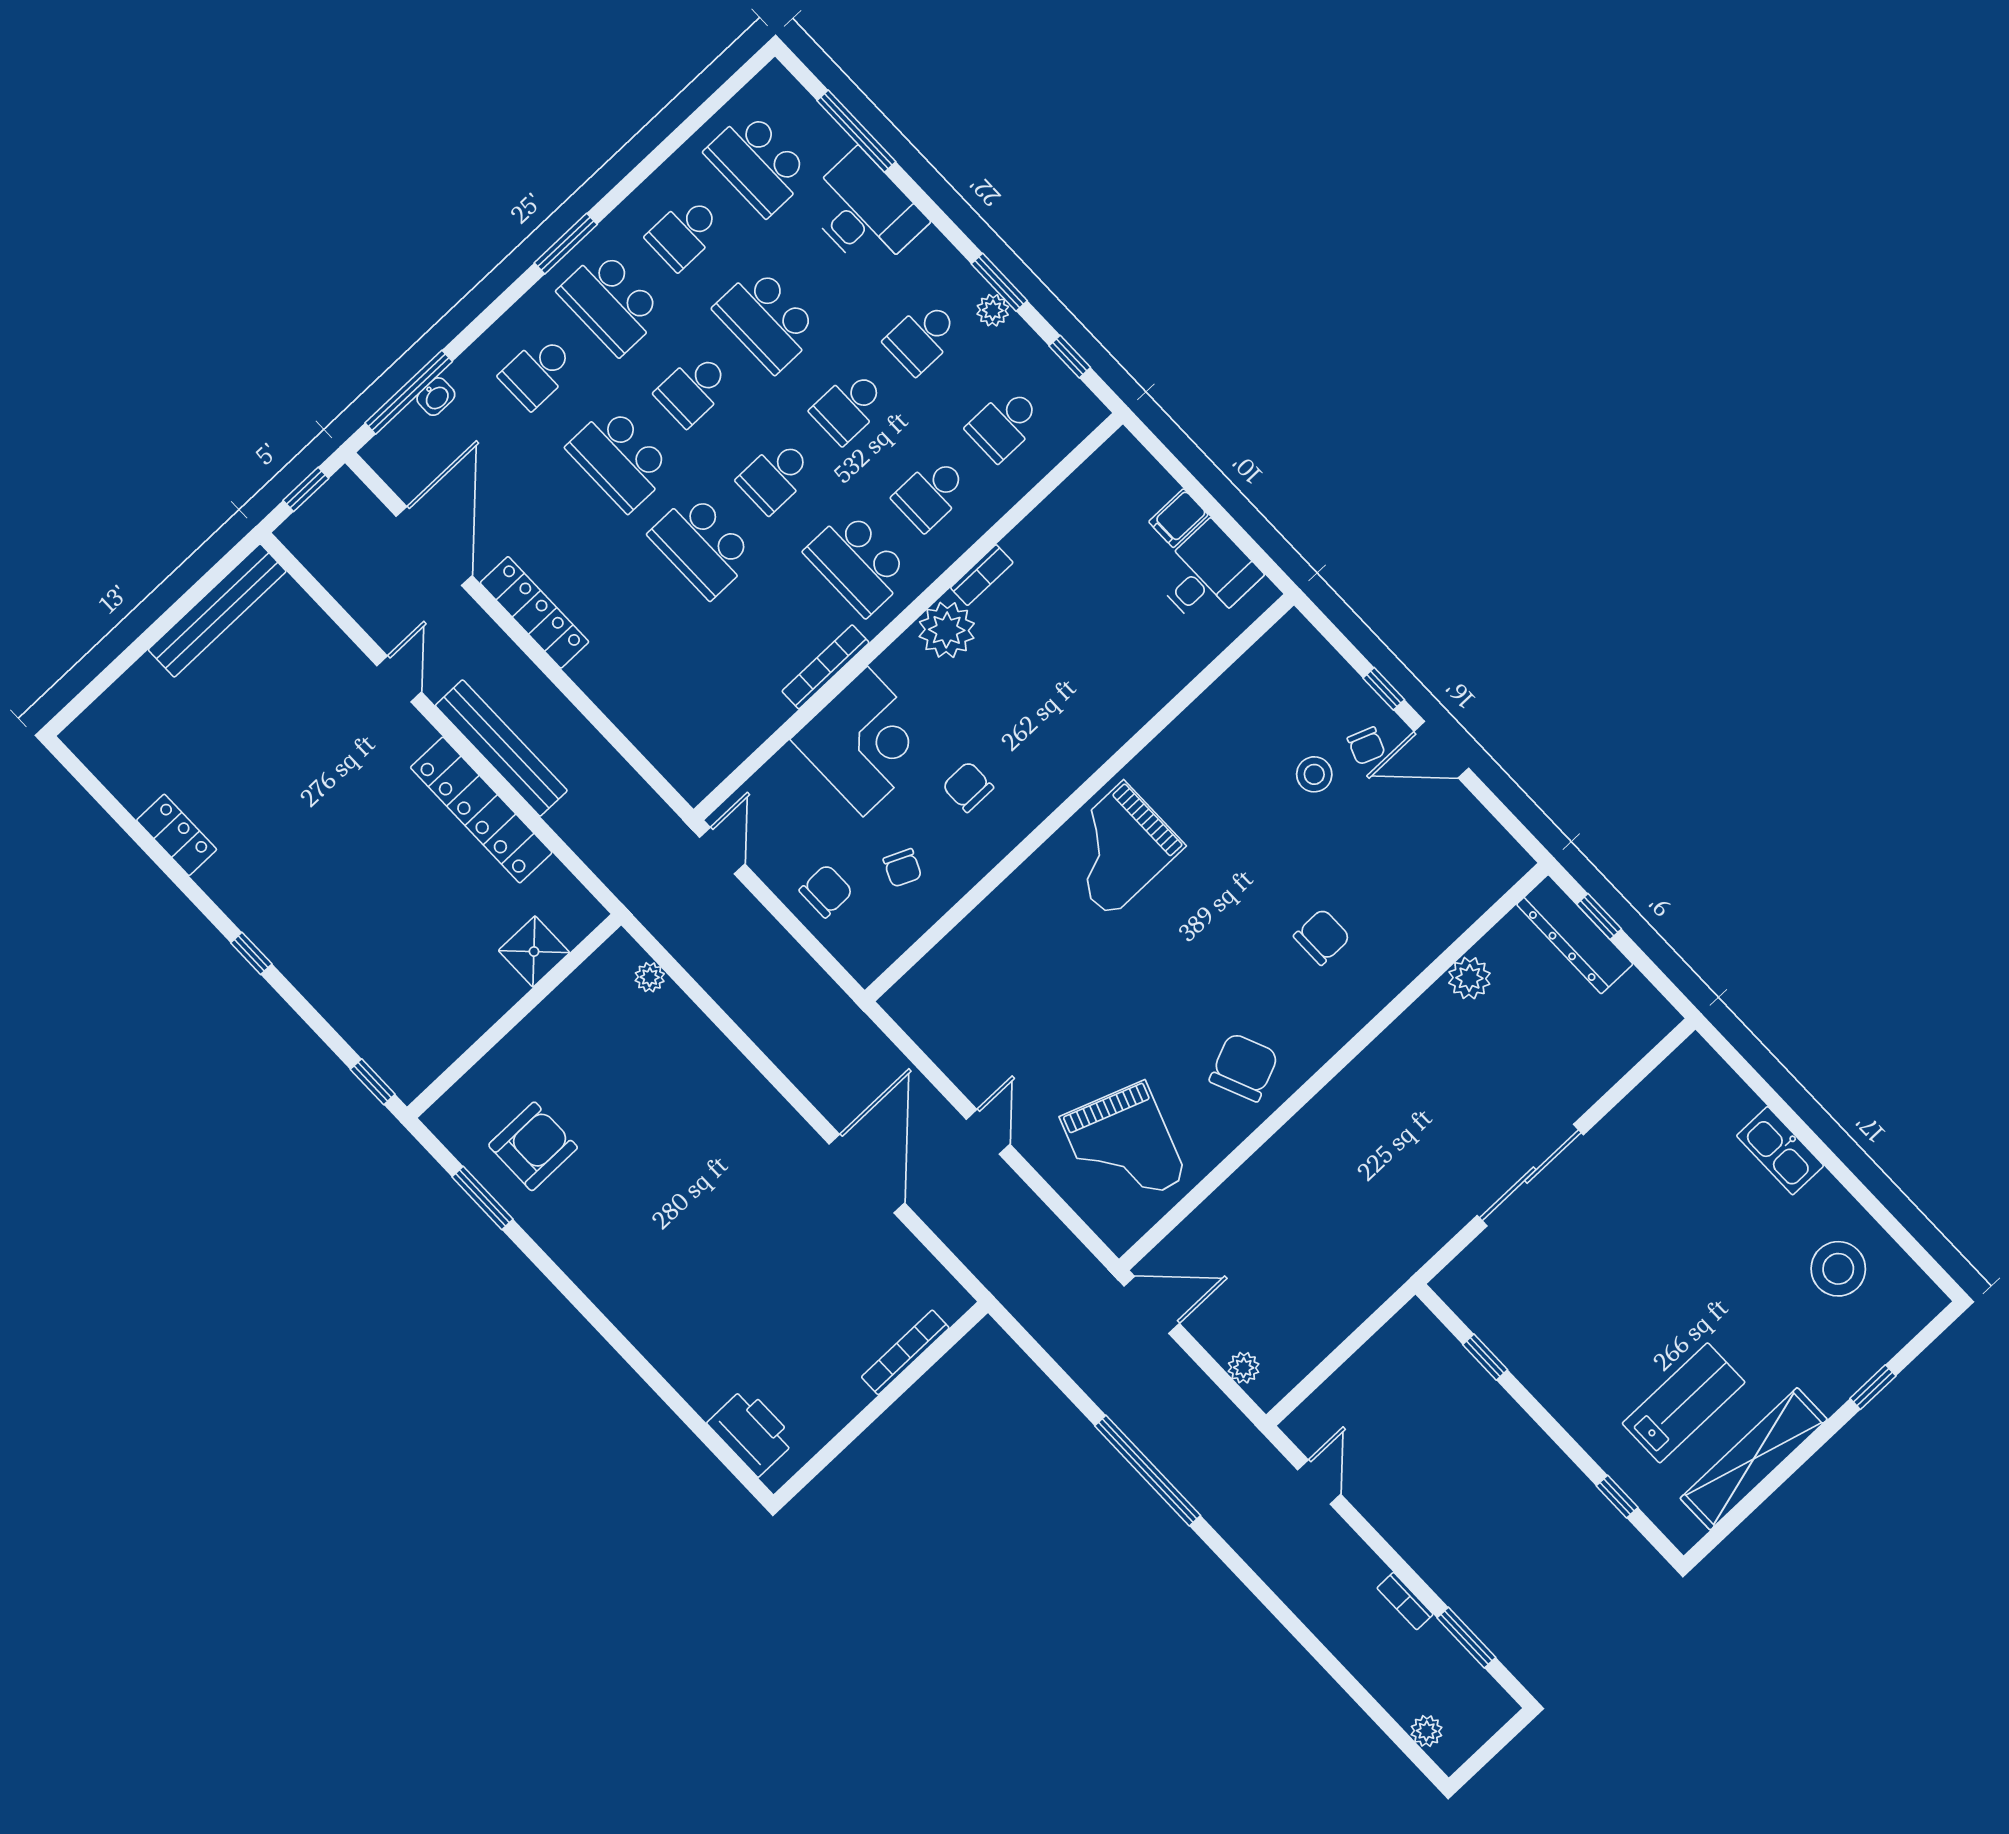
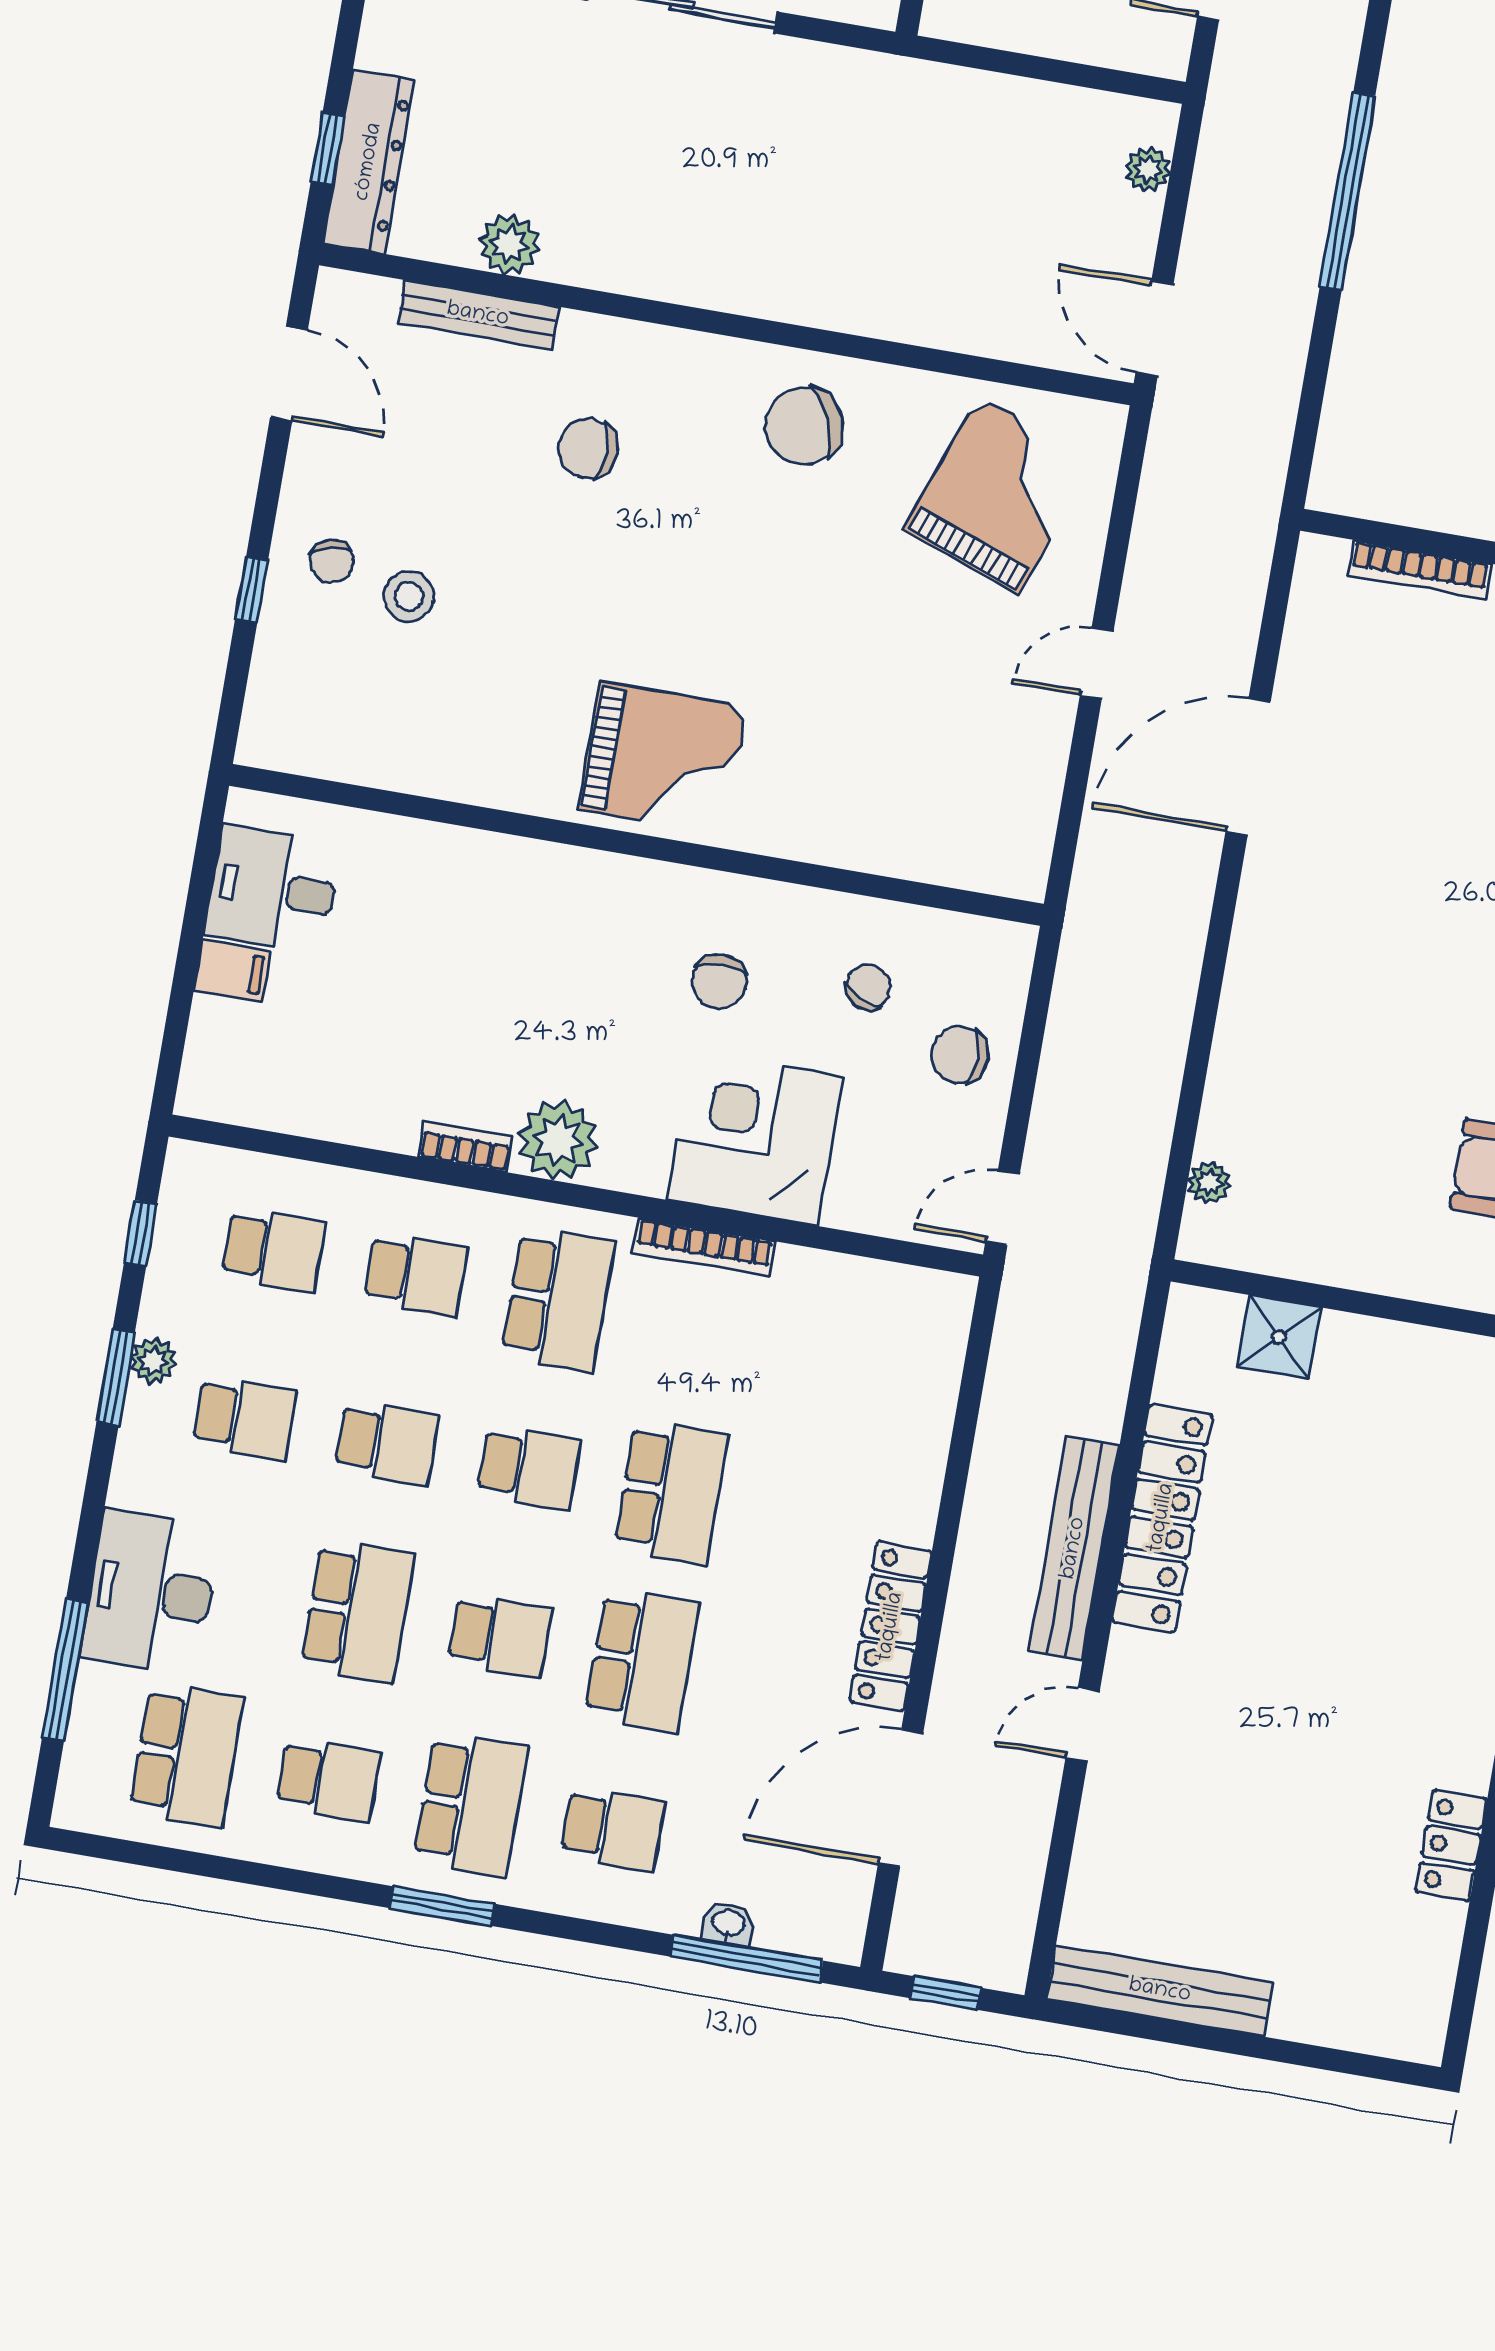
chair: (1366, 746) -> (332, 561), turned 145
door: (1441, 750) -> (289, 374), moved
bench: (1443, 931) -> (478, 315), added

